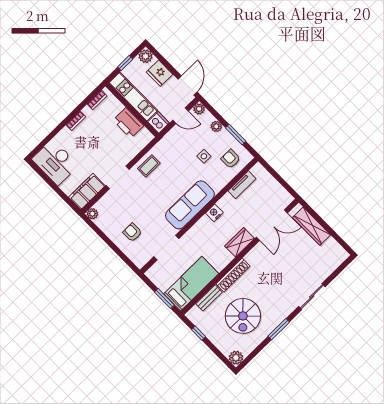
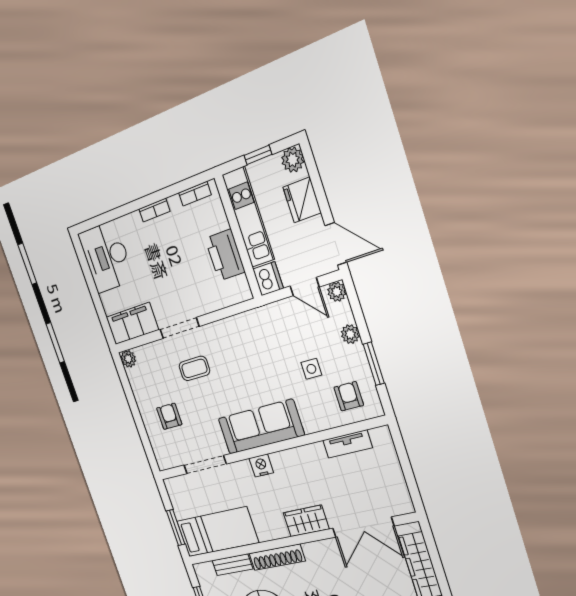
door: (188, 86) -> (336, 244), hinge flipped
coffee table: (149, 166) -> (194, 368), moved
nightstand: (214, 213) -> (261, 466), moved

